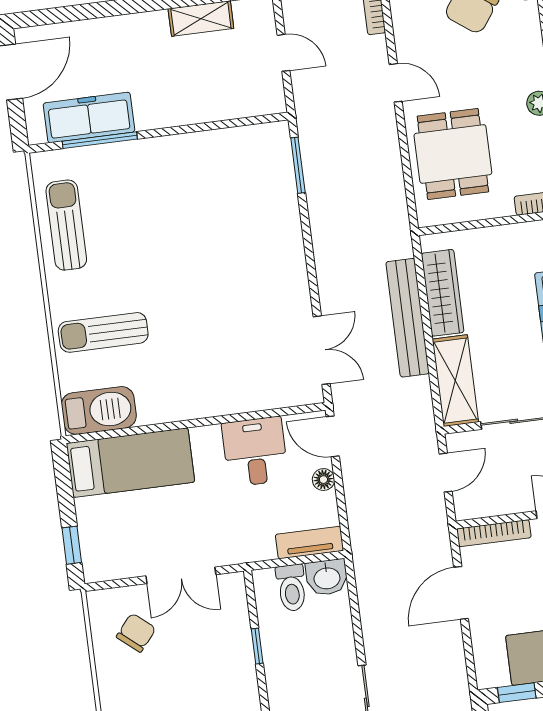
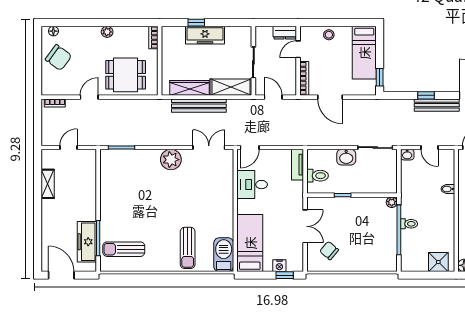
sun lounger: (66, 225) -> (124, 249), moved
plant: (286, 273) -> (171, 160), added
floor lamp: (323, 480) -> (269, 154), removed
nightstand: (90, 532) -> (279, 266), added
washbasin: (327, 577) -> (346, 157), moved, turned 90

